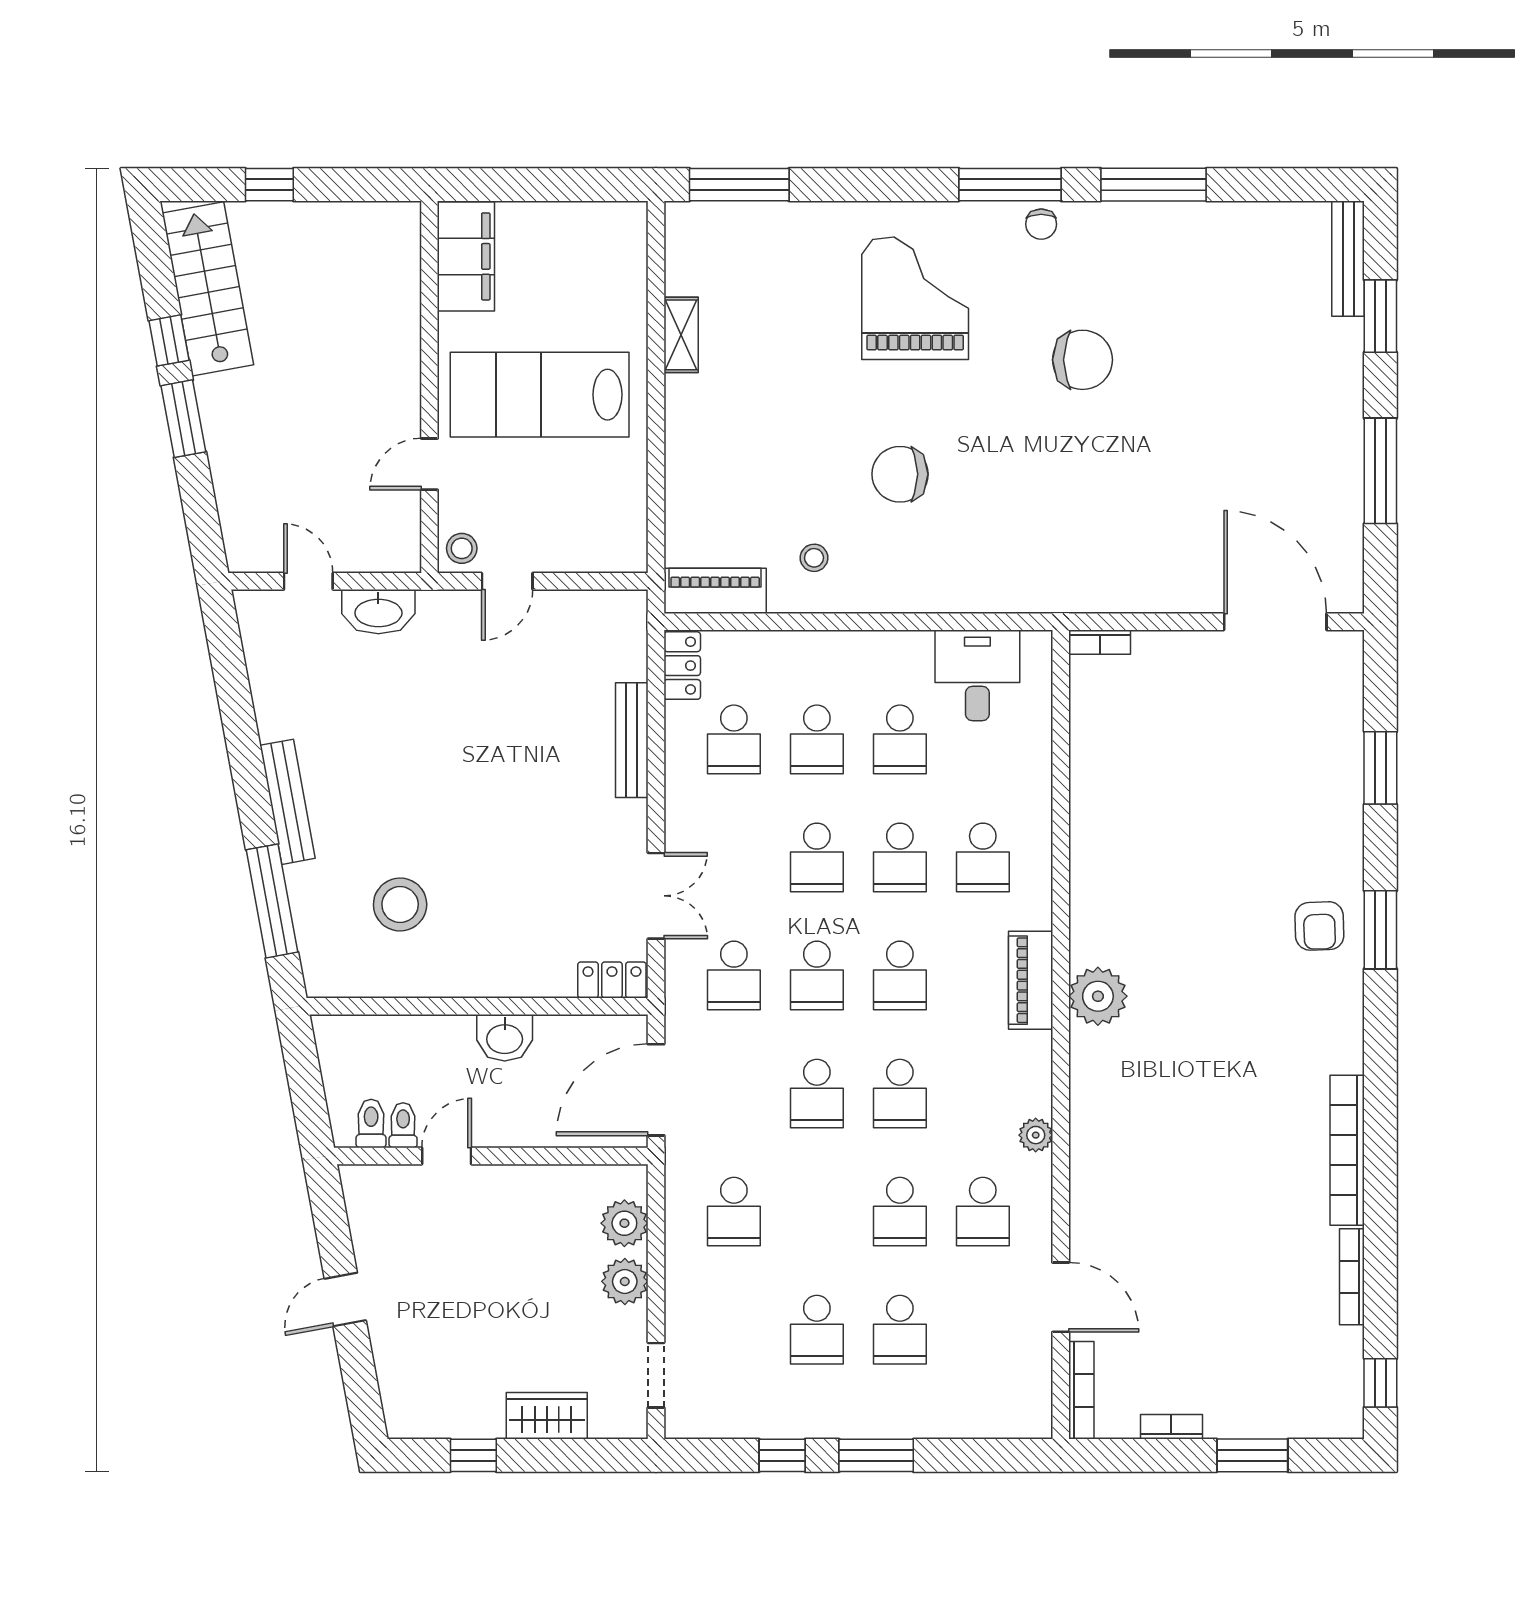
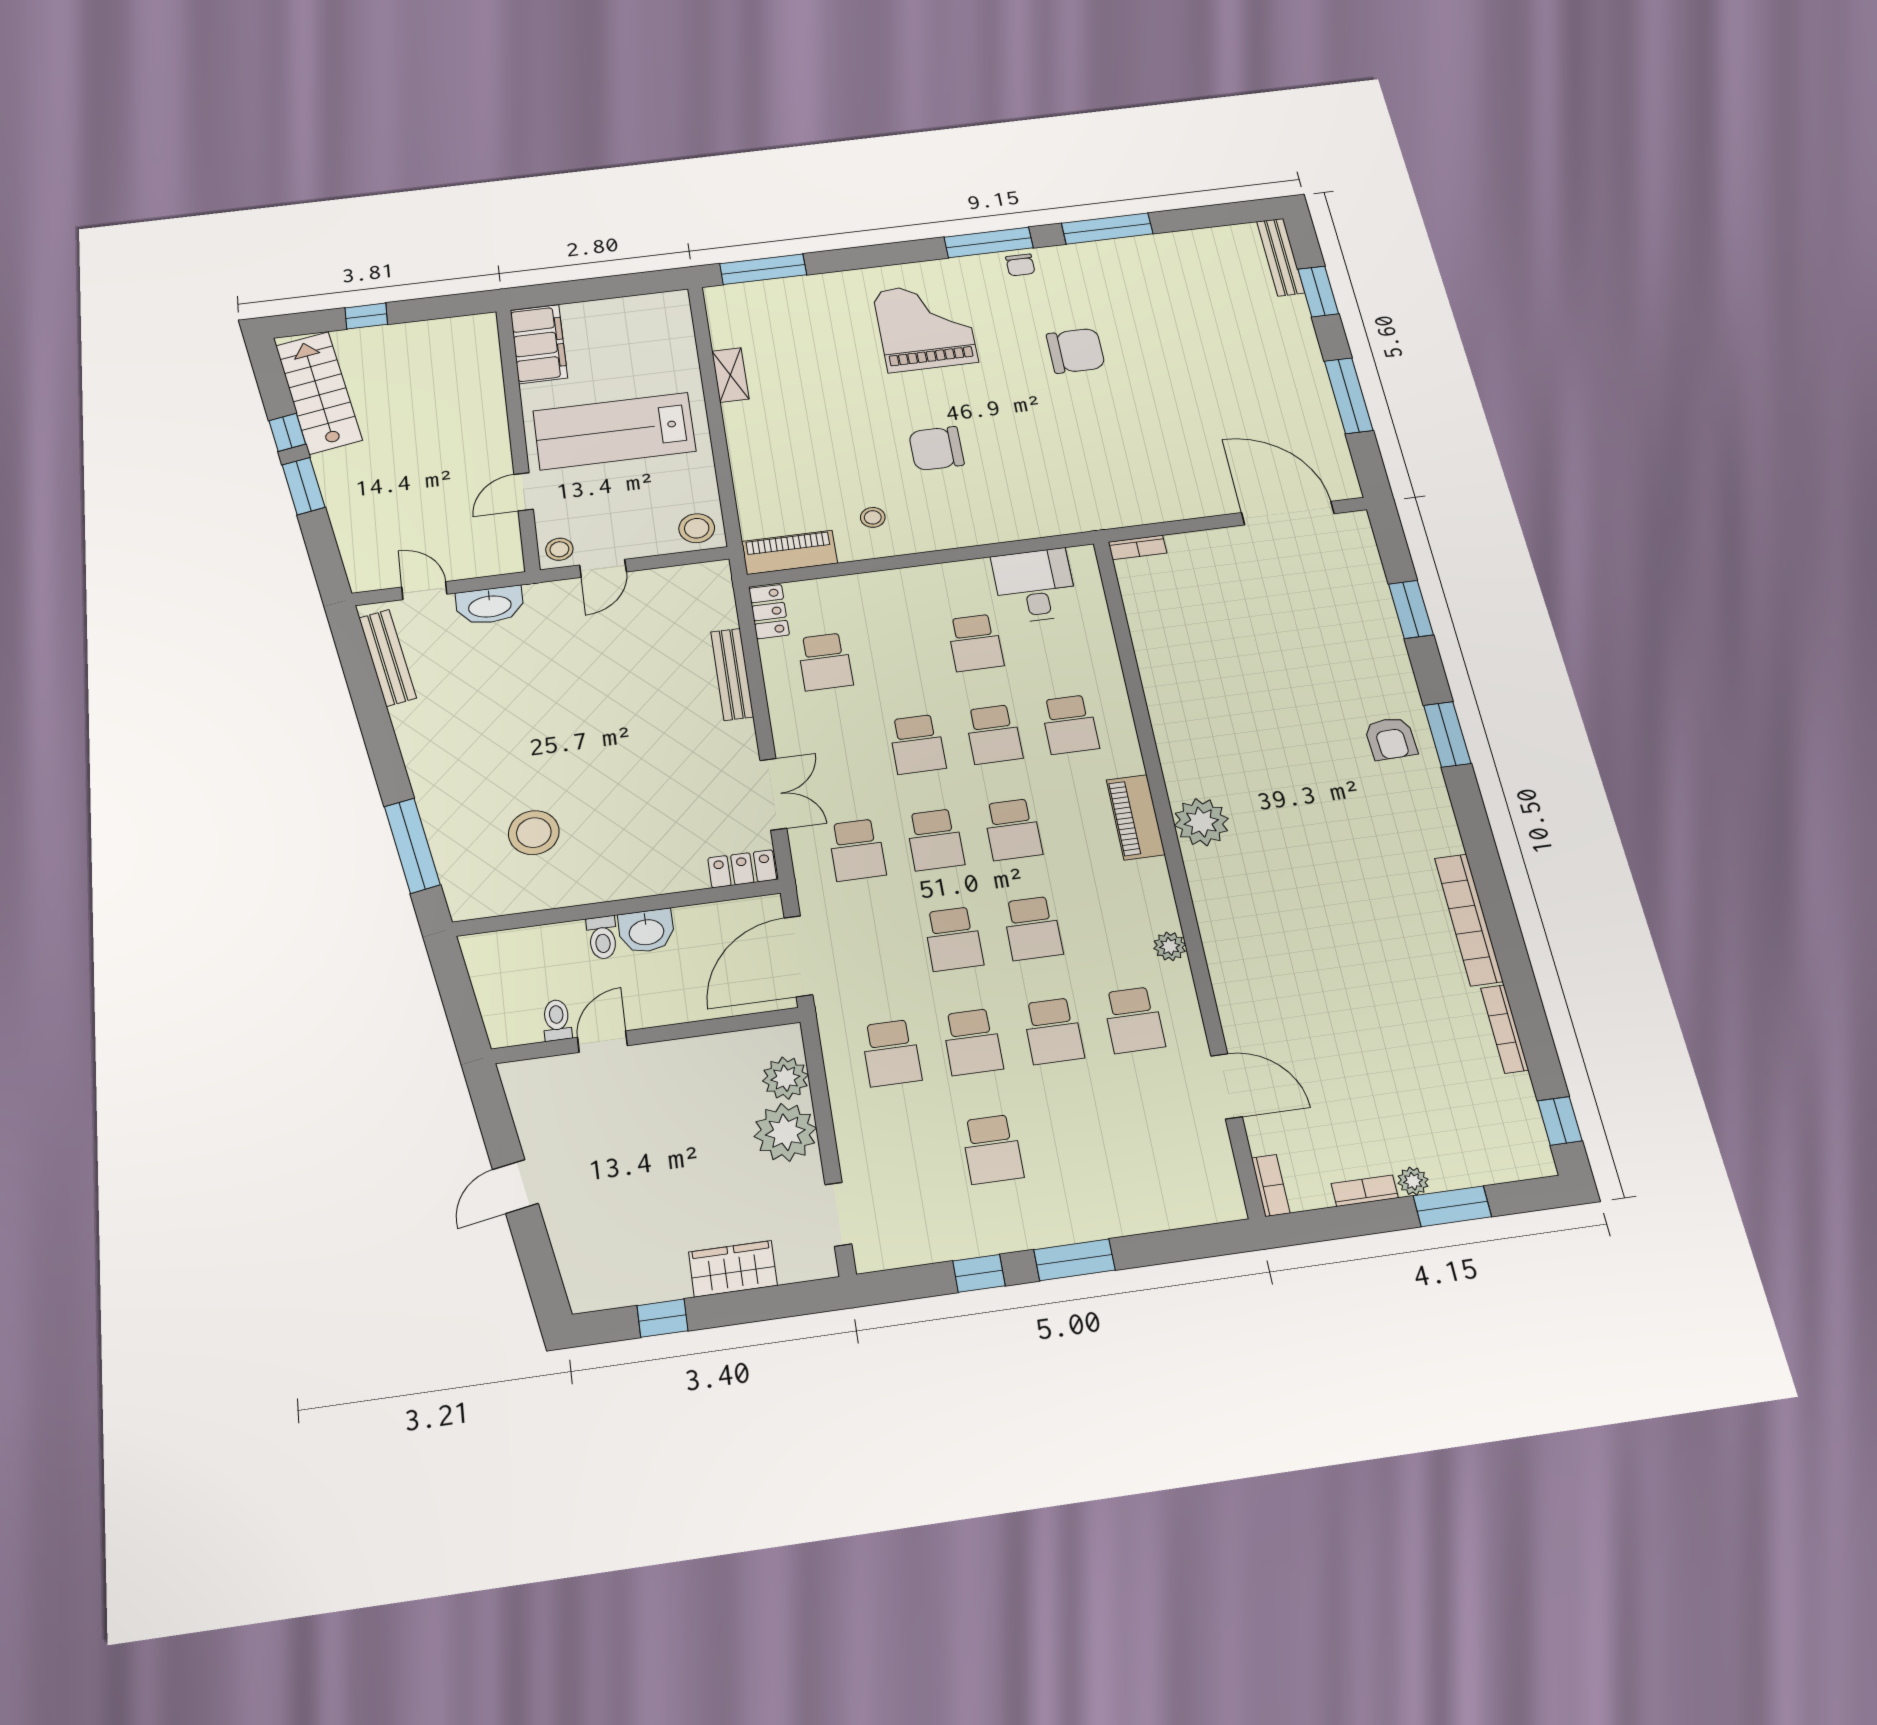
stool: (617, 543) -> (697, 528), added
school desk: (817, 739) -> (900, 652), removed
bench: (288, 802) -> (388, 658), moved
toilet: (371, 1124) -> (602, 938), moved, turned 180
plant: (625, 1281) -> (785, 1132), width x1.36, depth x1.36
school desk: (900, 1330) -> (972, 1042), moved
bookcase: (1081, 1390) -> (1271, 1186), width x0.64
plant: (1221, 1424) -> (1413, 1181), added

